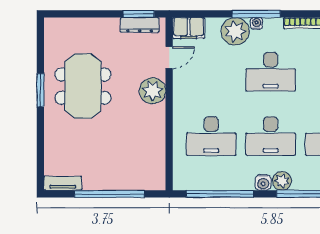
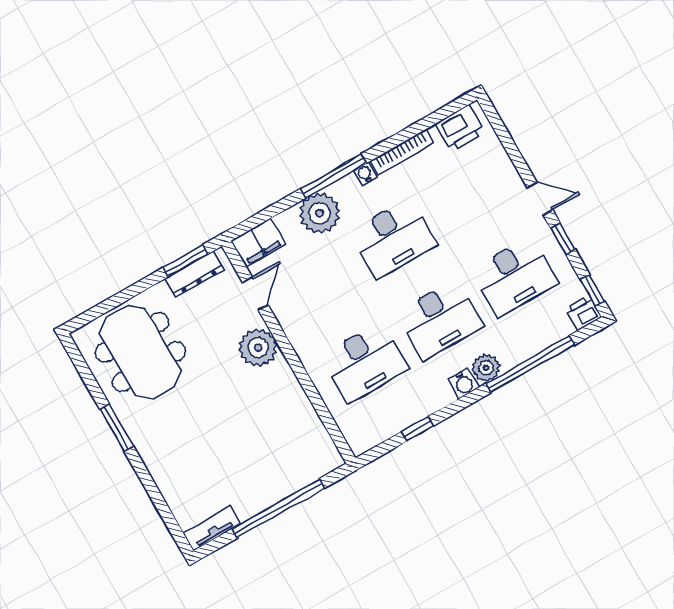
water cooler: (257, 23) -> (365, 174), moved
meeting table: (83, 86) -> (140, 352), moved
window: (220, 194) -> (417, 429), width x0.32

